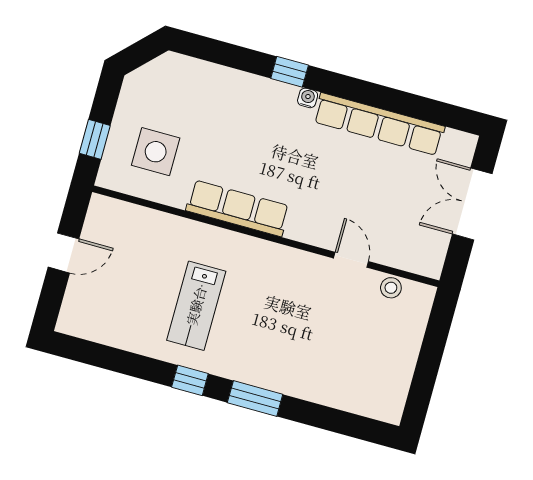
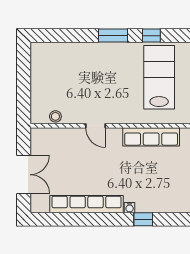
door: (351, 260) -> (96, 126), moved
lab bench: (196, 306) -> (159, 77), width x1.36, depth x1.39

